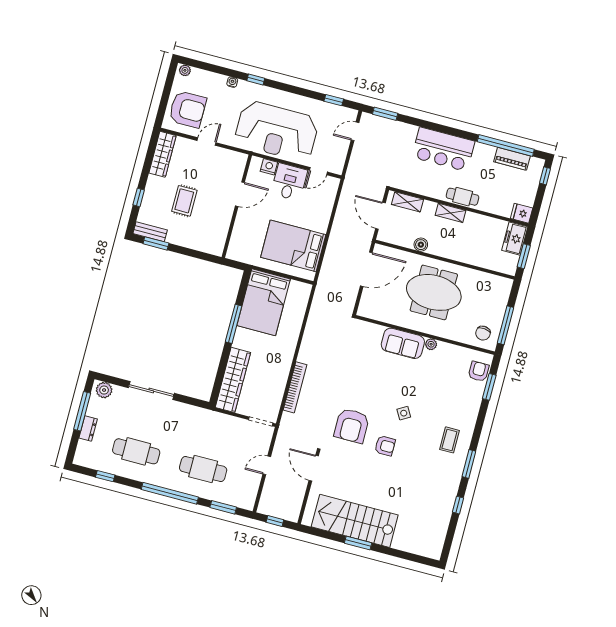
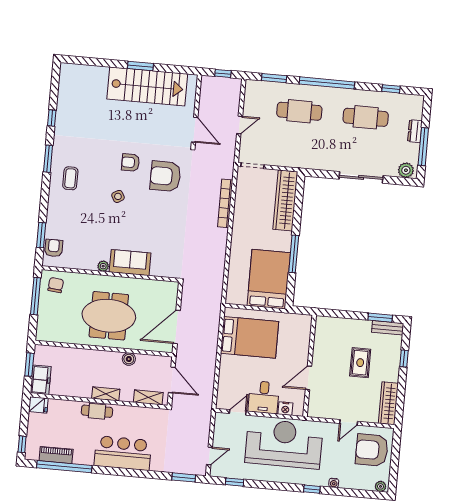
armchair: (479, 371) -> (54, 248), turned 180
armchair: (352, 426) -> (165, 176), turned -90

